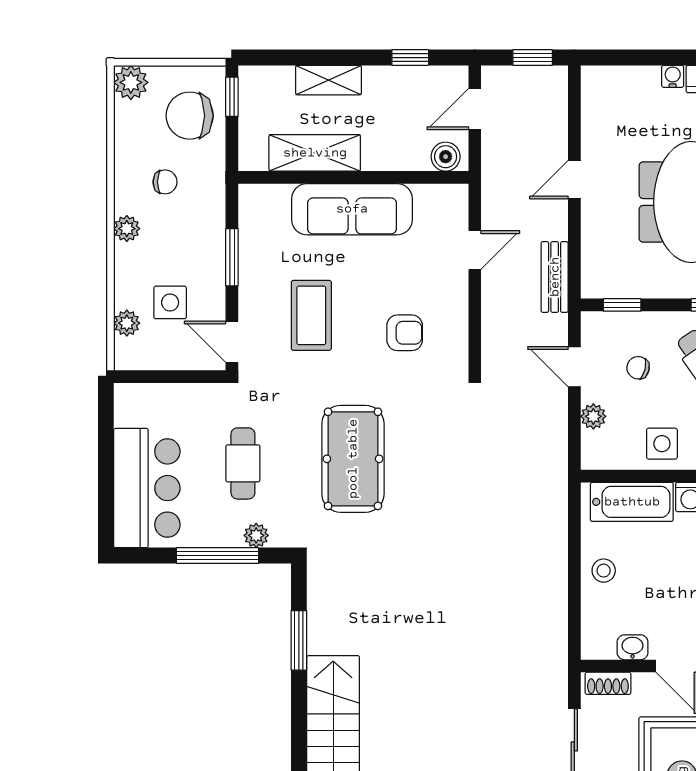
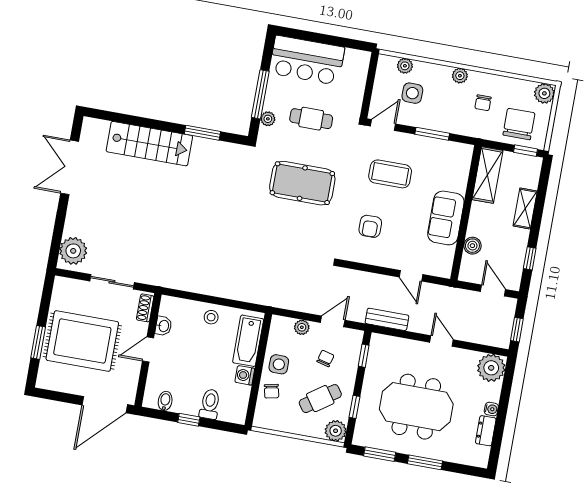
plant: (604, 89) -> (491, 368), added
shelving: (315, 153) -> (487, 175), moved
boiler: (446, 157) -> (472, 246), moved
sofa: (352, 209) -> (446, 218), width x0.73

